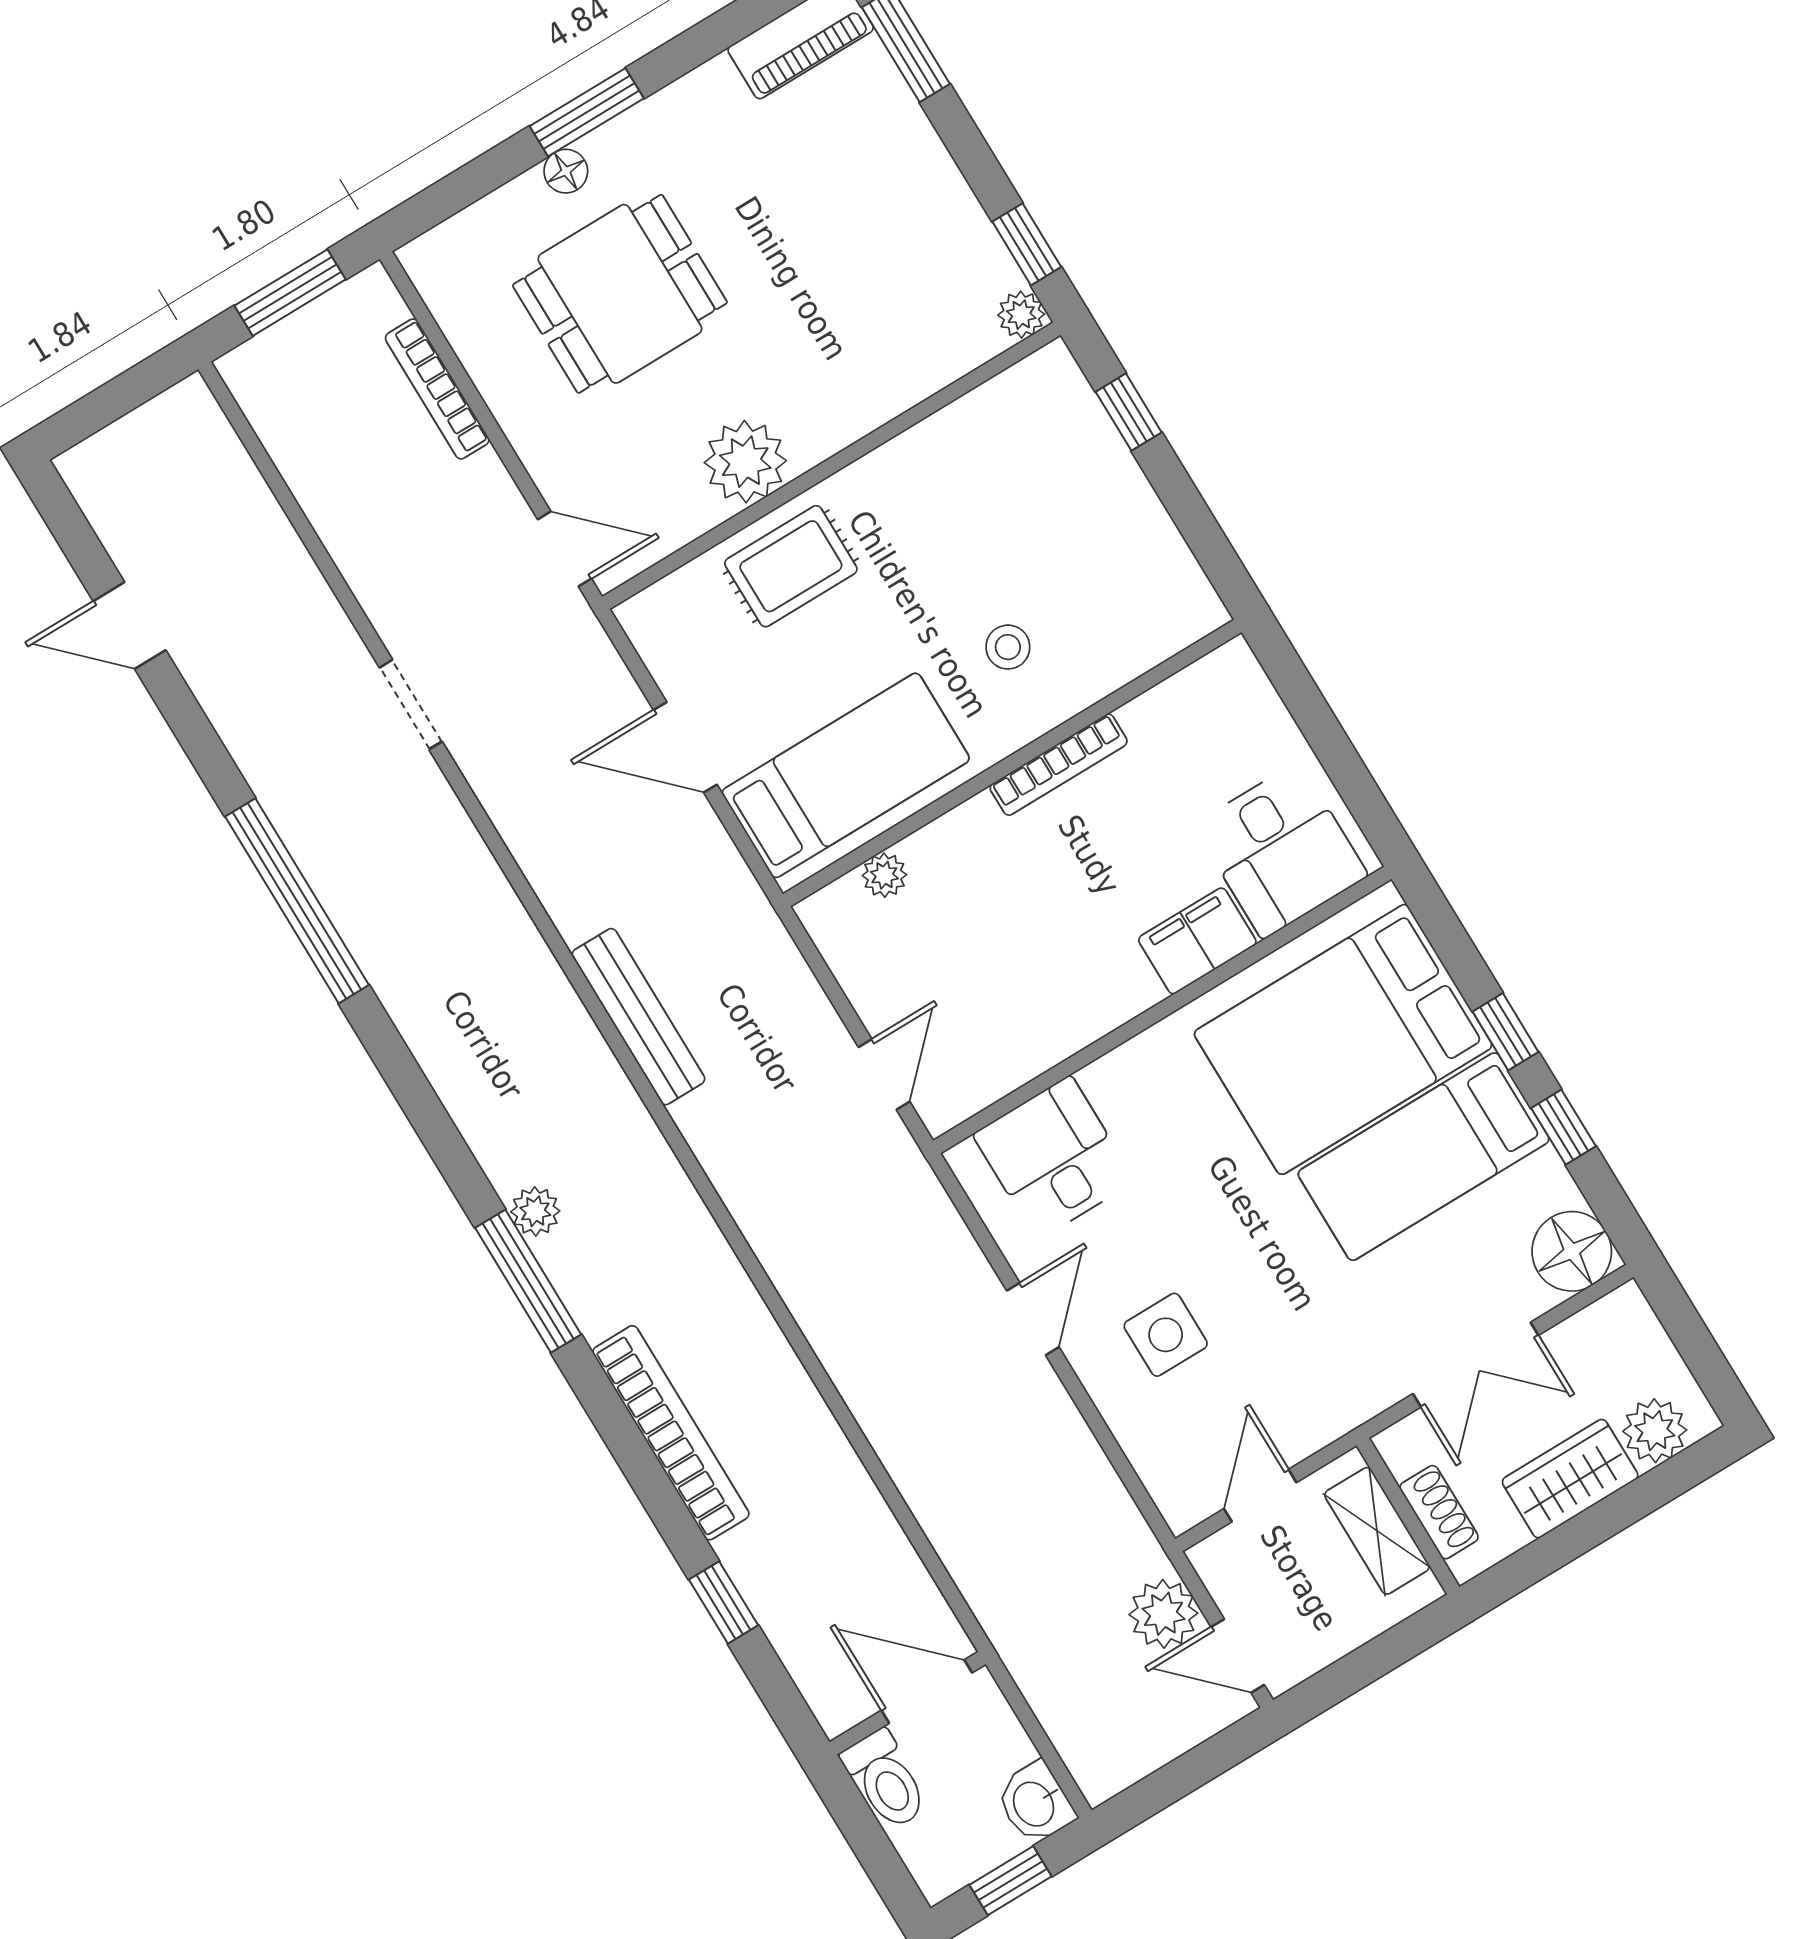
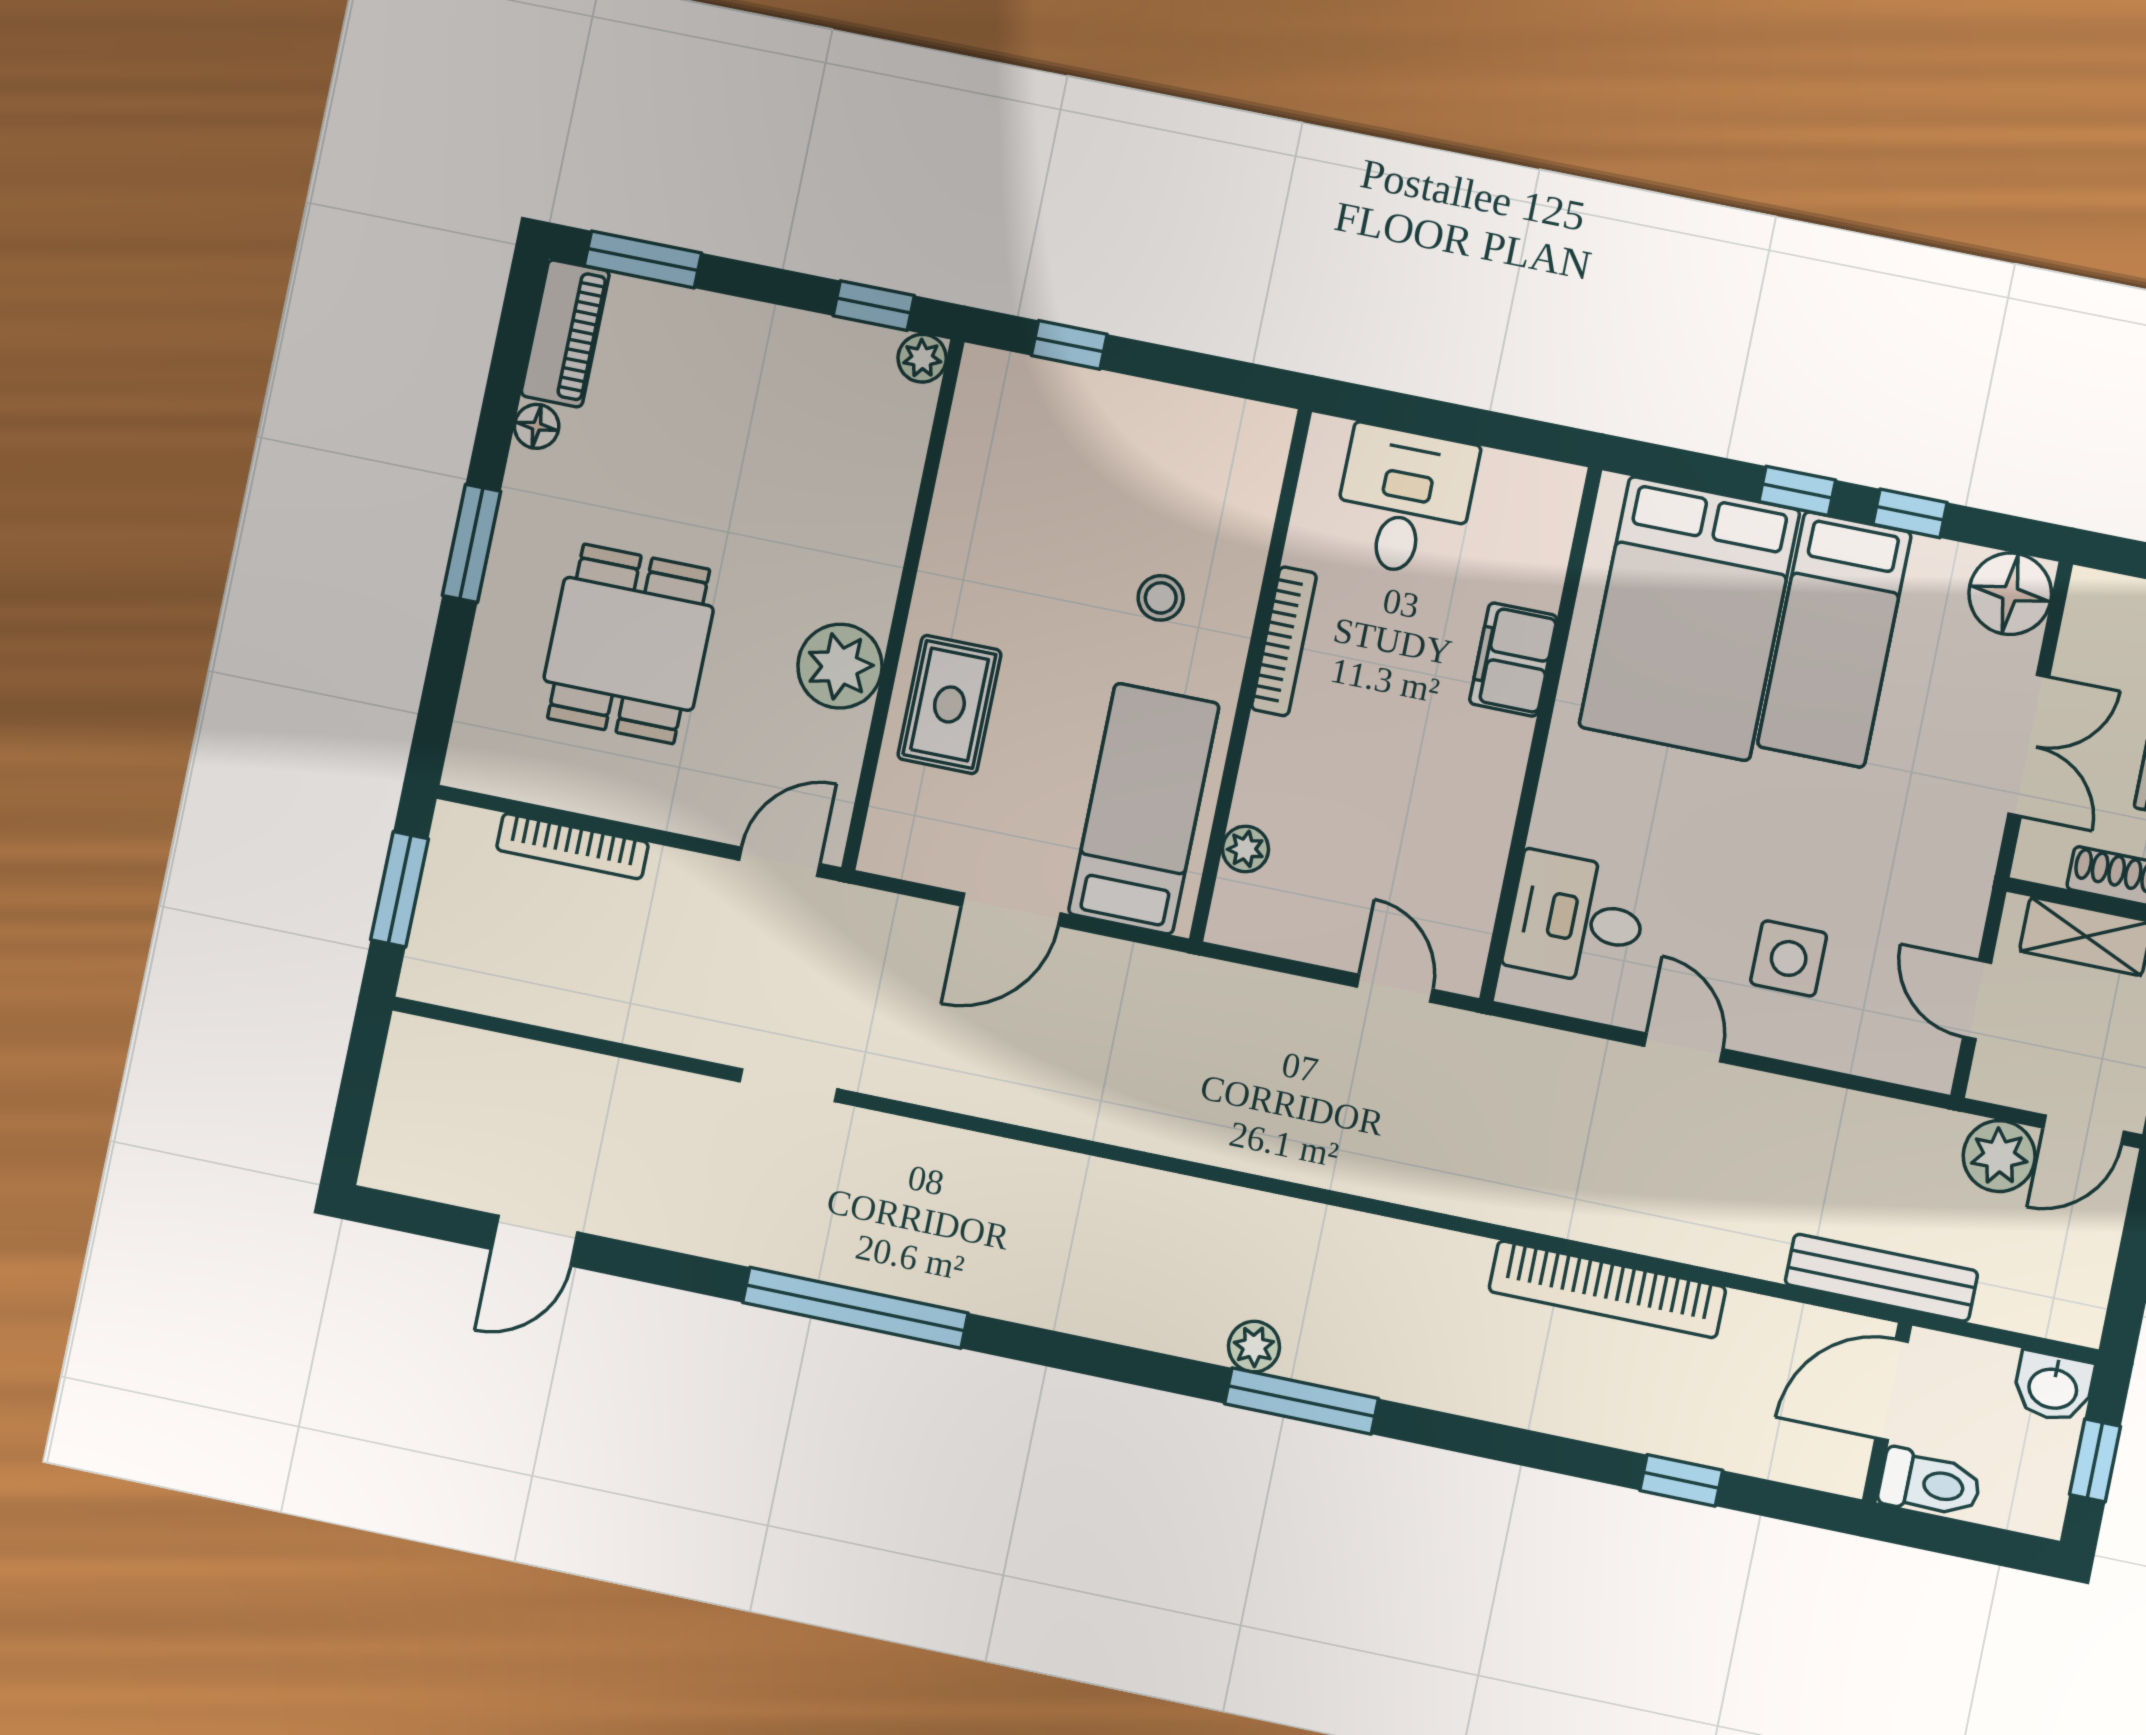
floor lamp: (566, 171) -> (537, 426), moved
desk: (1281, 850) -> (1405, 501), moved, turned -90
bench: (638, 1017) -> (1881, 1278), moved
bookcase: (671, 1433) -> (1607, 1289), moved, turned 180

